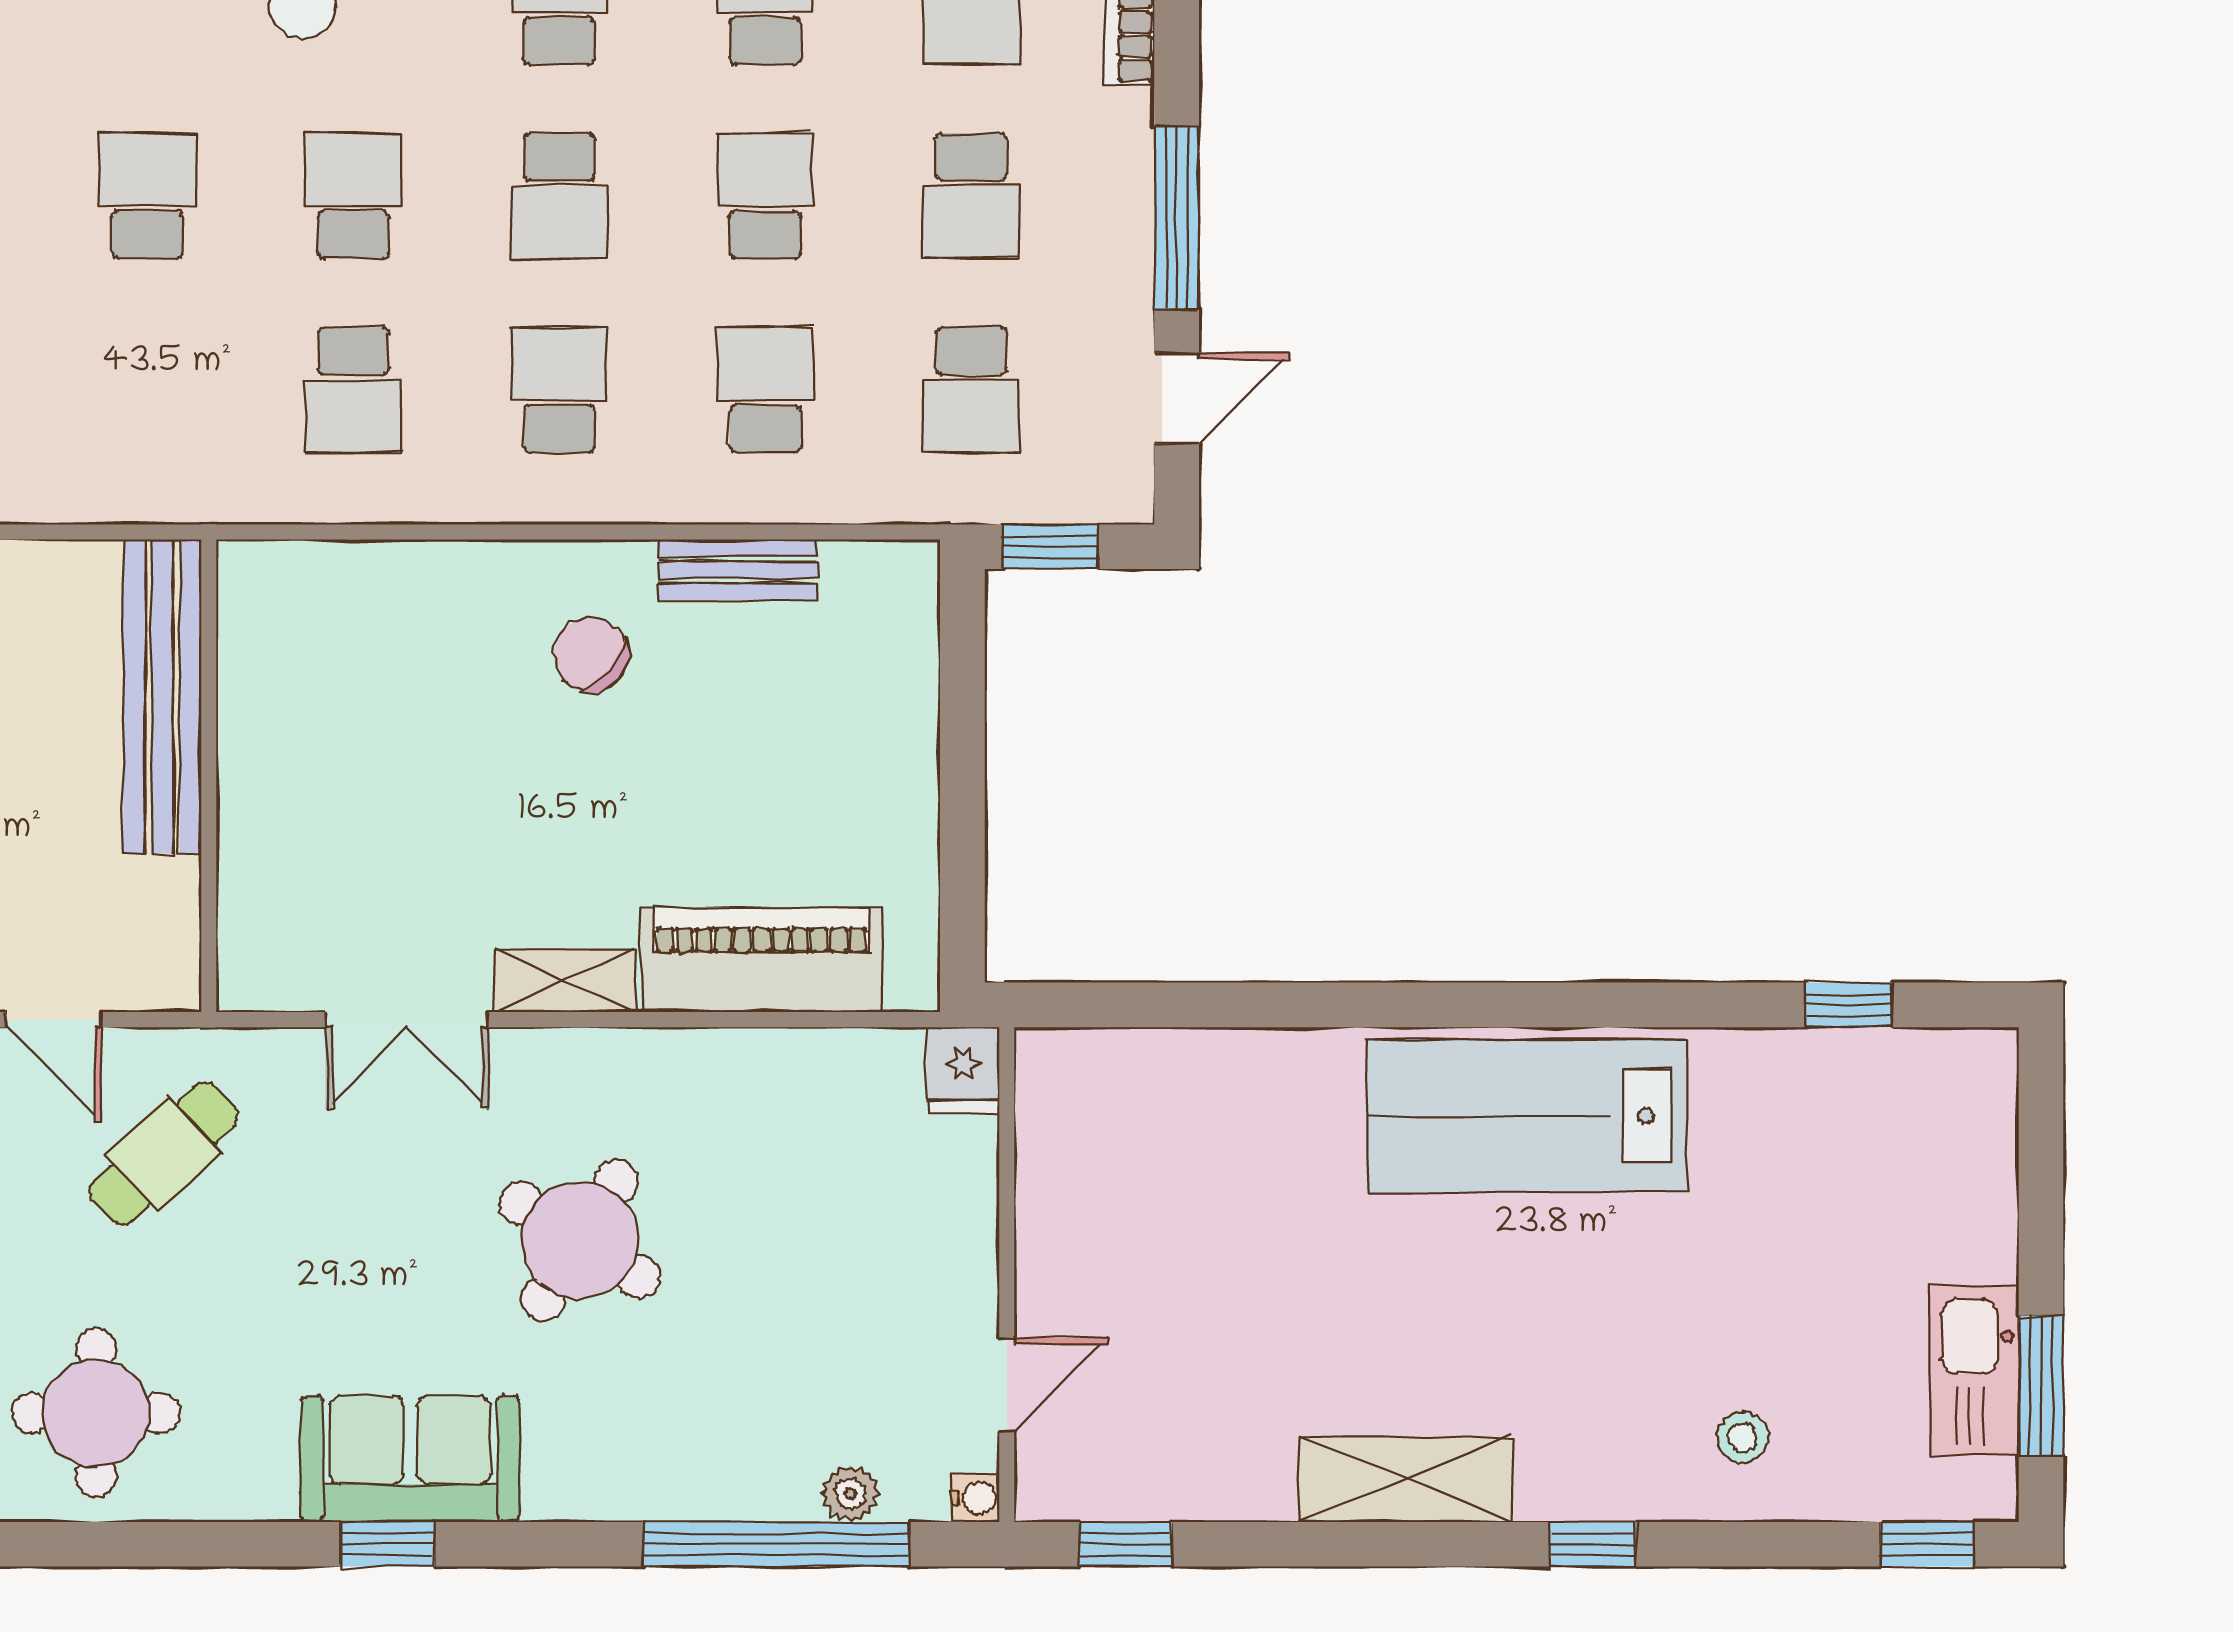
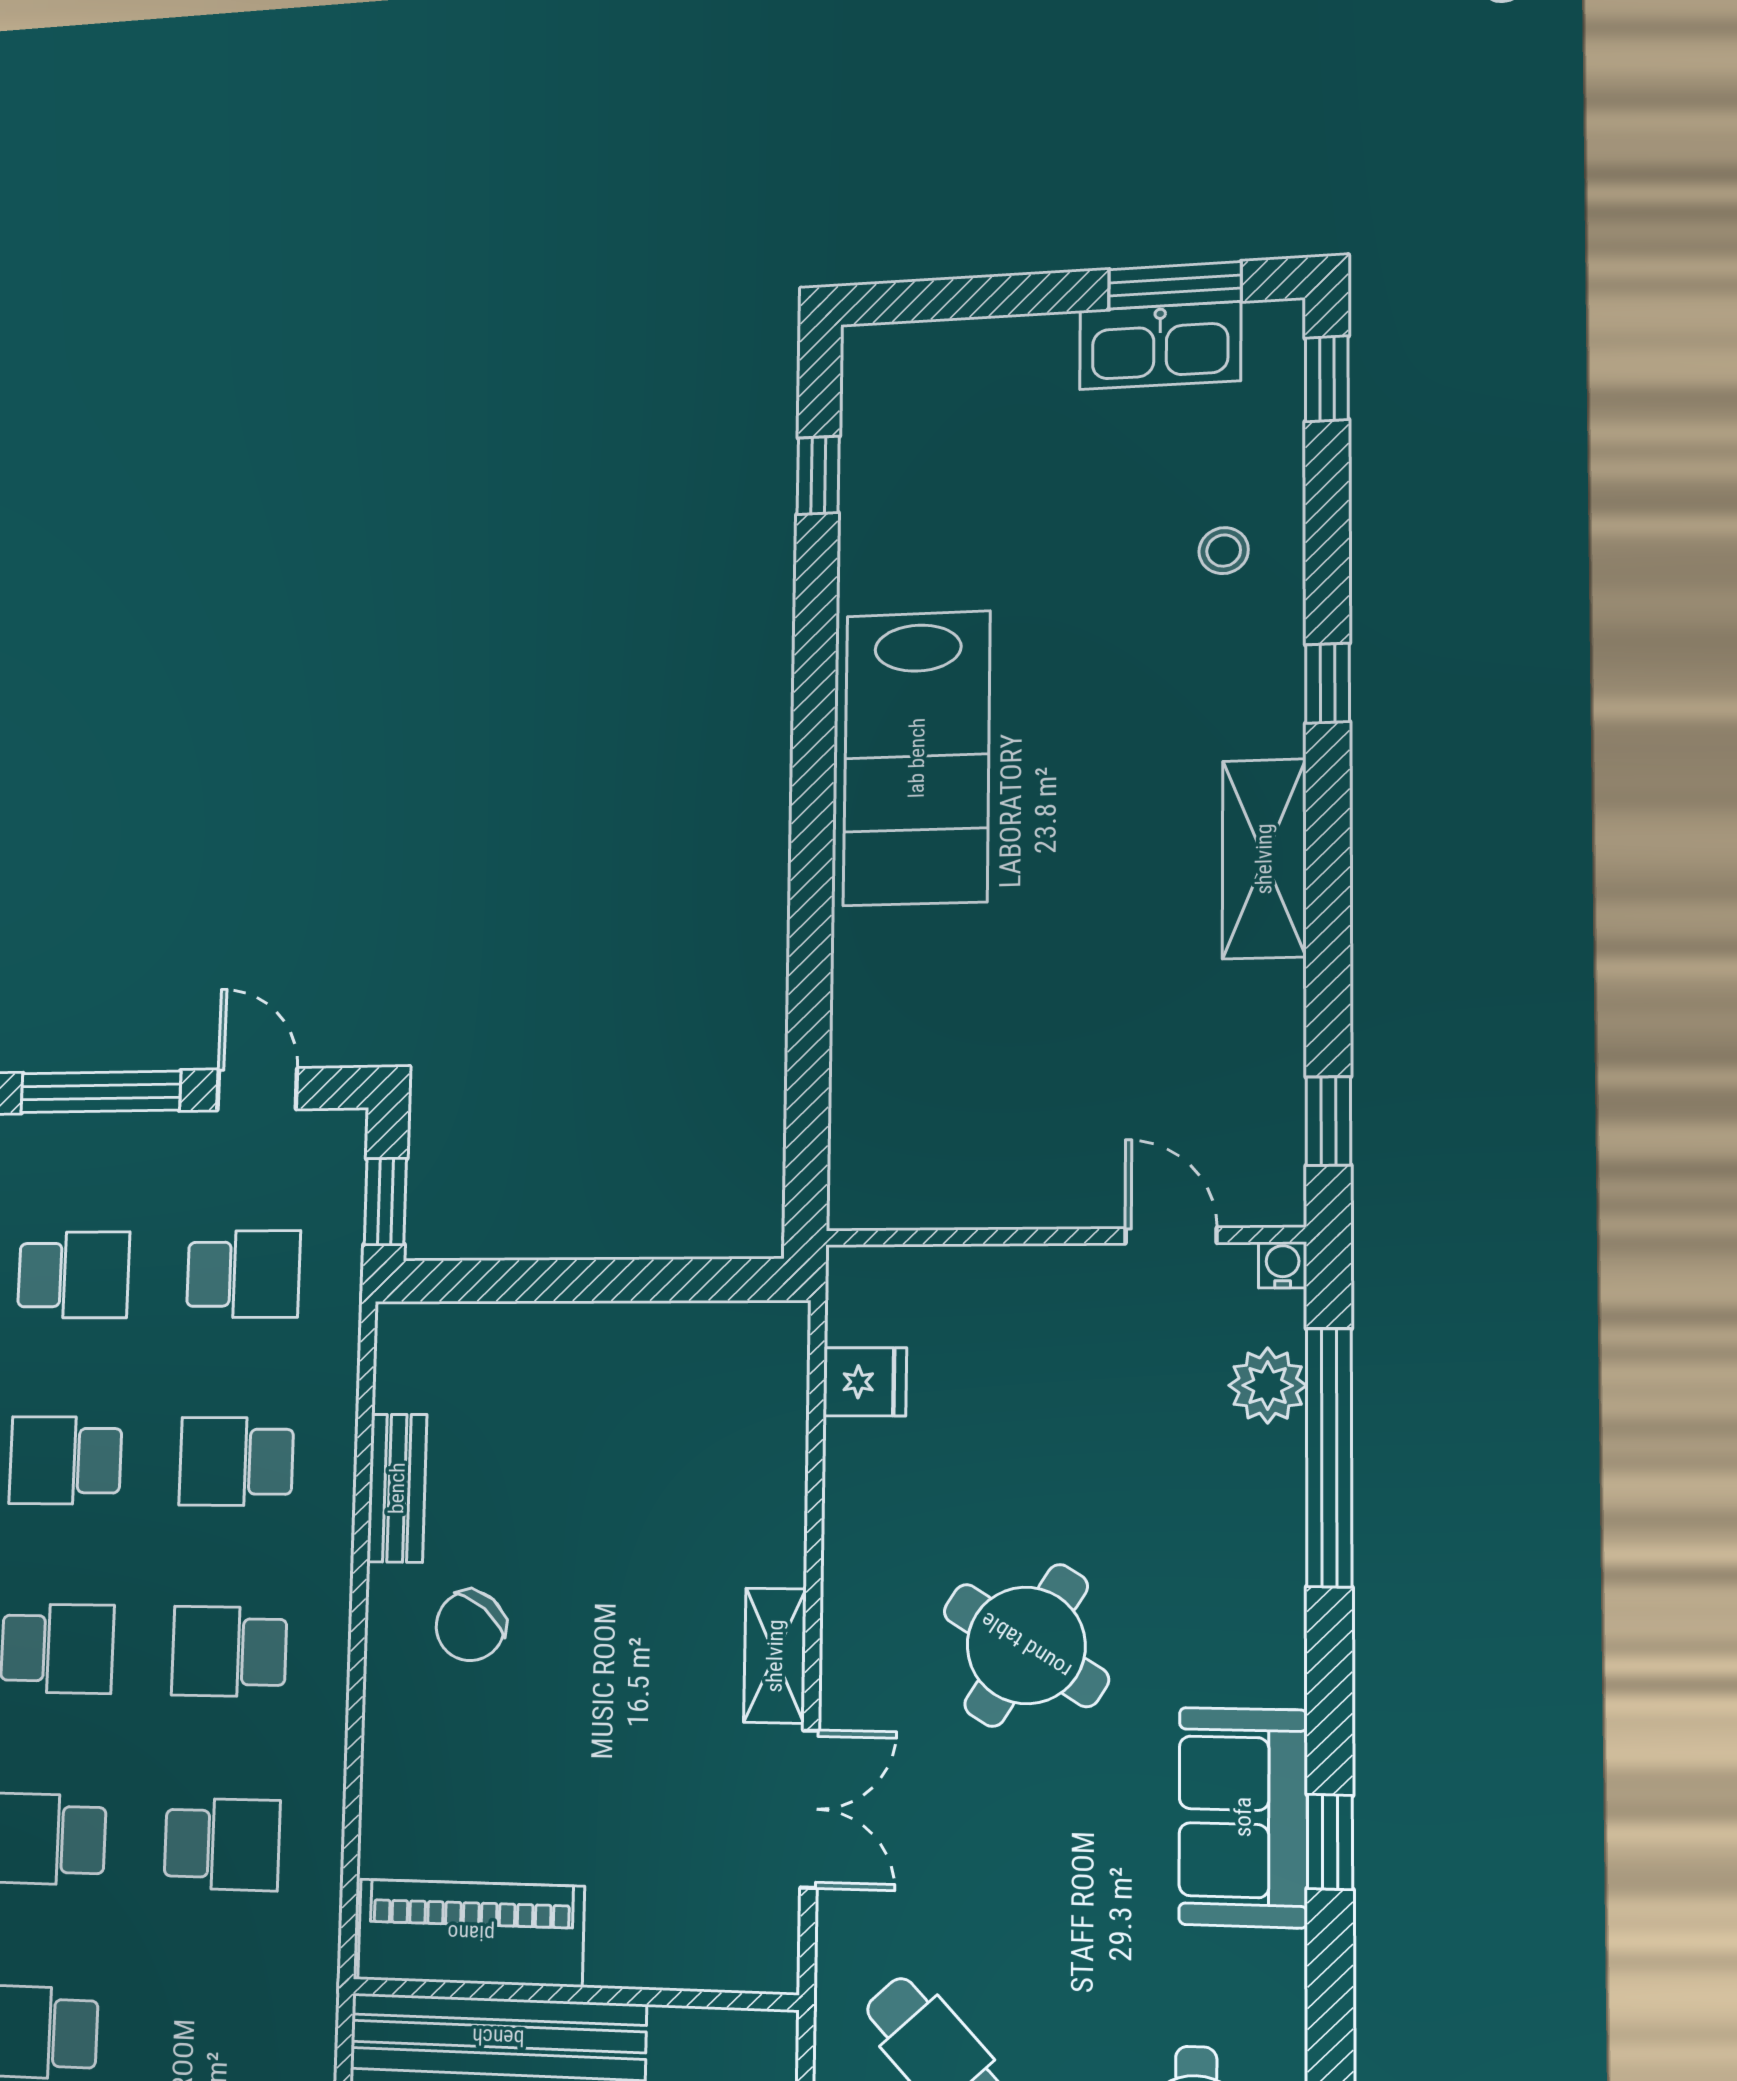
piano: (762, 960) -> (471, 1933), moved, turned 90
fridge: (963, 1070) -> (865, 1382), moved
plant: (850, 1494) -> (1268, 1385), width x1.38, depth x1.38

